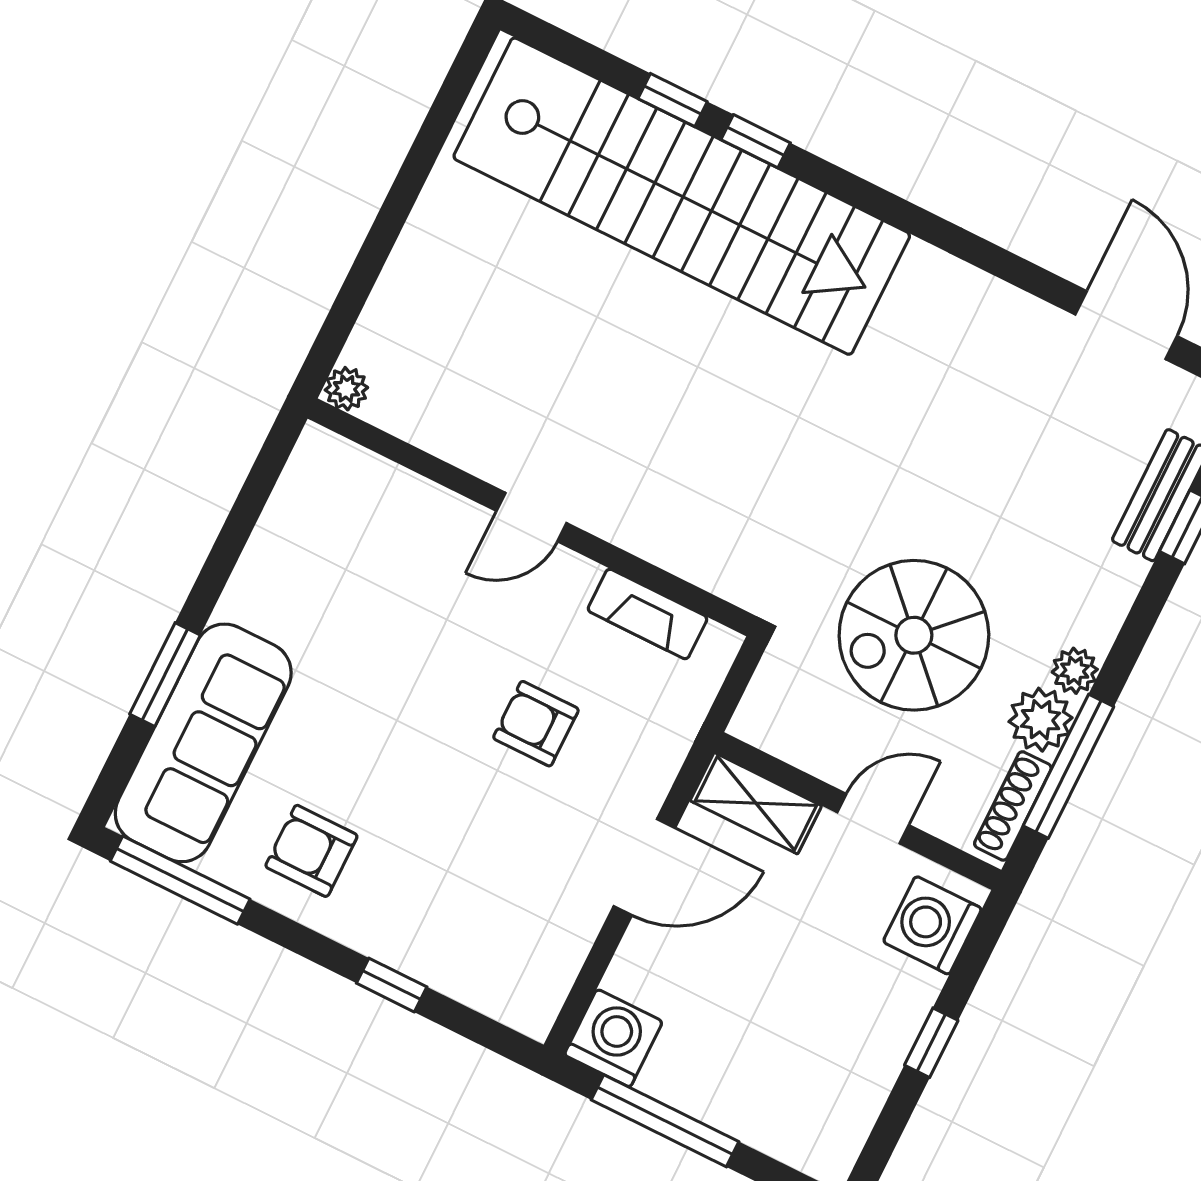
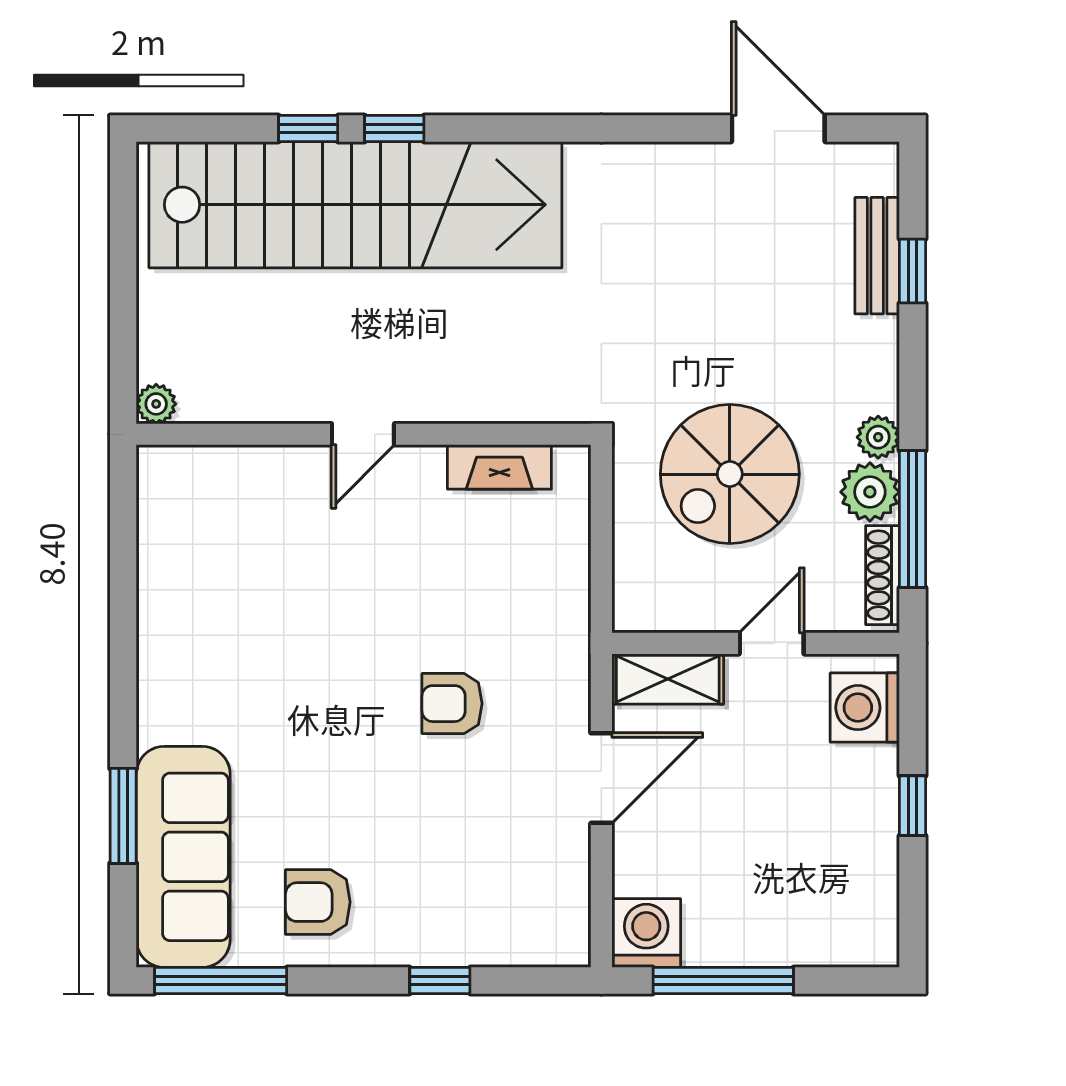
plant: (346, 389) -> (156, 404), moved
door: (531, 517) -> (363, 434), moved
wall: (532, 517) -> (364, 434), moved
fireplace: (647, 614) -> (499, 467), moved

